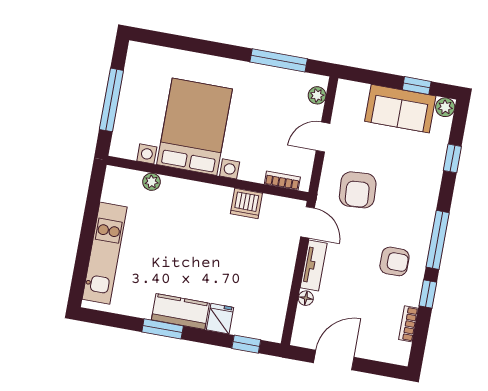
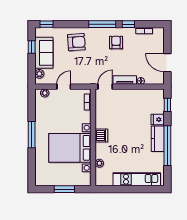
window: (279, 60) -> (32, 135), moved
window: (111, 100) -> (64, 189), width x0.69
plant: (445, 107) -> (39, 74), moved
door: (323, 137) -> (64, 87), swing flipped
window: (452, 158) -> (46, 24), moved
armchair: (358, 190) -> (76, 42), moved
dishwasher: (246, 203) -> (101, 135), moved
window: (163, 329) -> (167, 146), width x2.11

